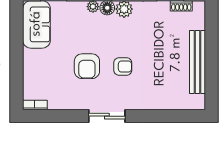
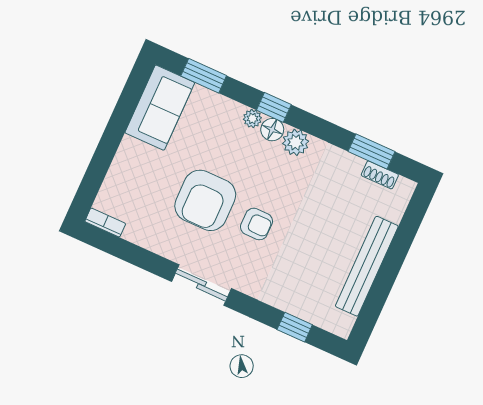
armchair: (87, 66) -> (205, 200), width x1.36, depth x1.36
window: (172, 116) -> (295, 327), added

